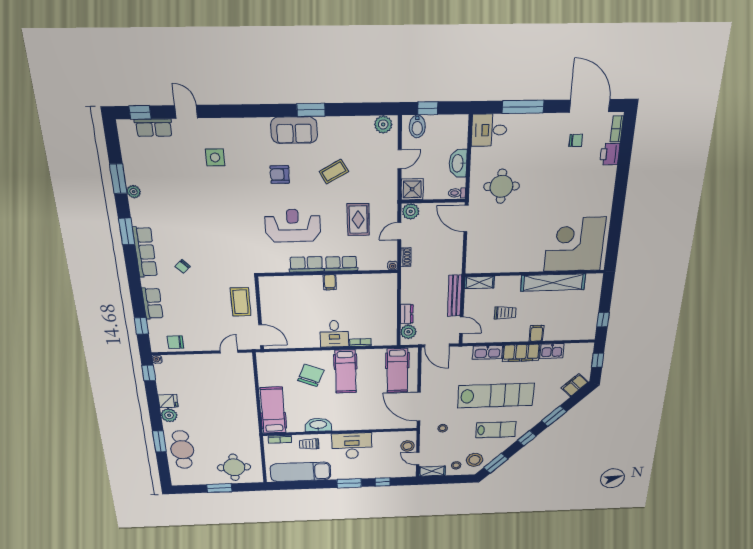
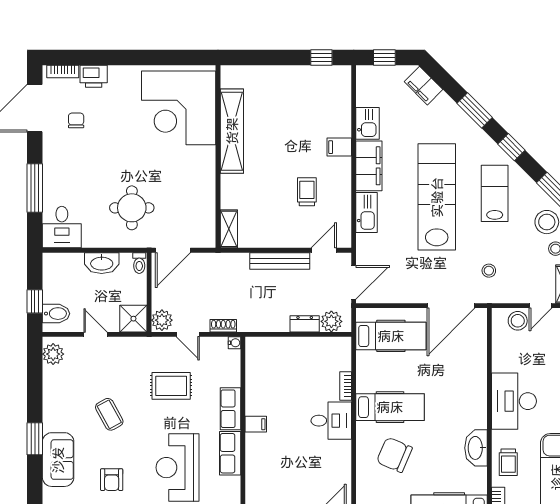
corner desk: (575, 244) -> (179, 108), moved
wall: (535, 273) -> (218, 157), moved
shelving: (479, 282) -> (229, 229), moved
shelving: (553, 283) -> (232, 131), moved

